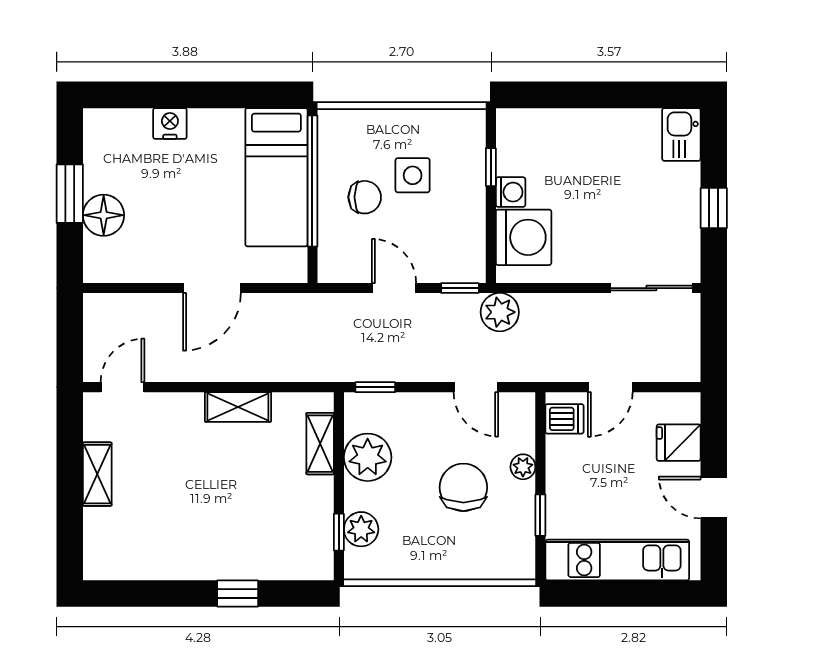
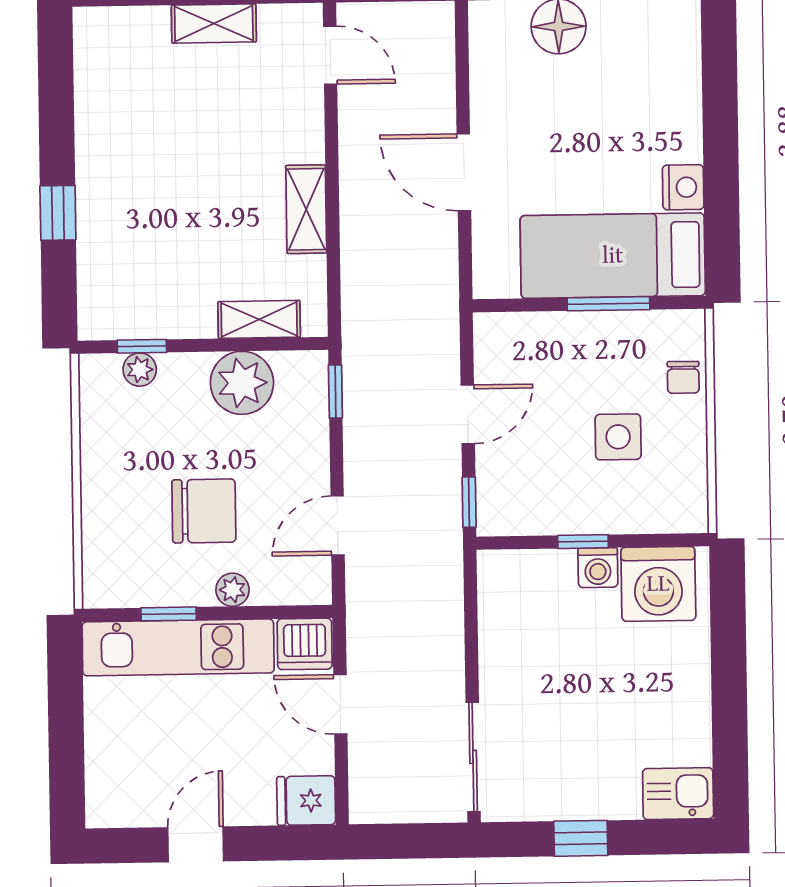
nightstand: (170, 123) -> (683, 187), moved
window: (491, 167) -> (583, 542), moved
window: (312, 181) -> (608, 304), width x0.47
chair: (365, 197) -> (683, 377), moved, width x0.73, depth x0.73
washing machine: (524, 237) -> (658, 584), moved
plant: (500, 312) -> (438, 556), removed
dishwasher: (564, 419) -> (305, 644), width x1.38
fridge: (679, 443) -> (306, 801), moved, turned -90
plant: (361, 529) -> (140, 370), width x0.73, depth x0.73
kitchen unit: (617, 560) -> (178, 647), moved, turned 90

